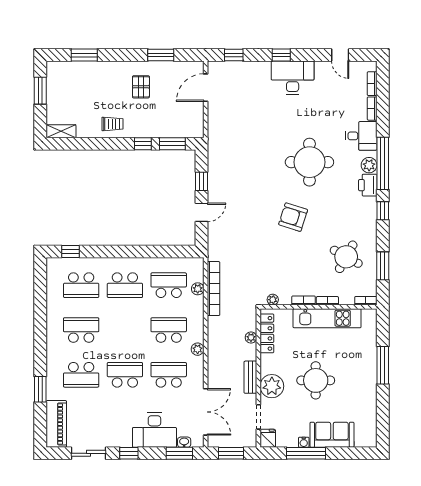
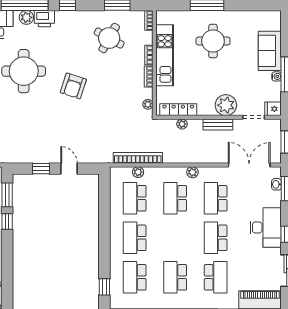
school desk: (81, 285) -> (135, 277), turned 180
school desk: (125, 285) -> (135, 238), turned 180
round table: (316, 380) -> (213, 41), moved
desk: (154, 430) -> (266, 227), moved

